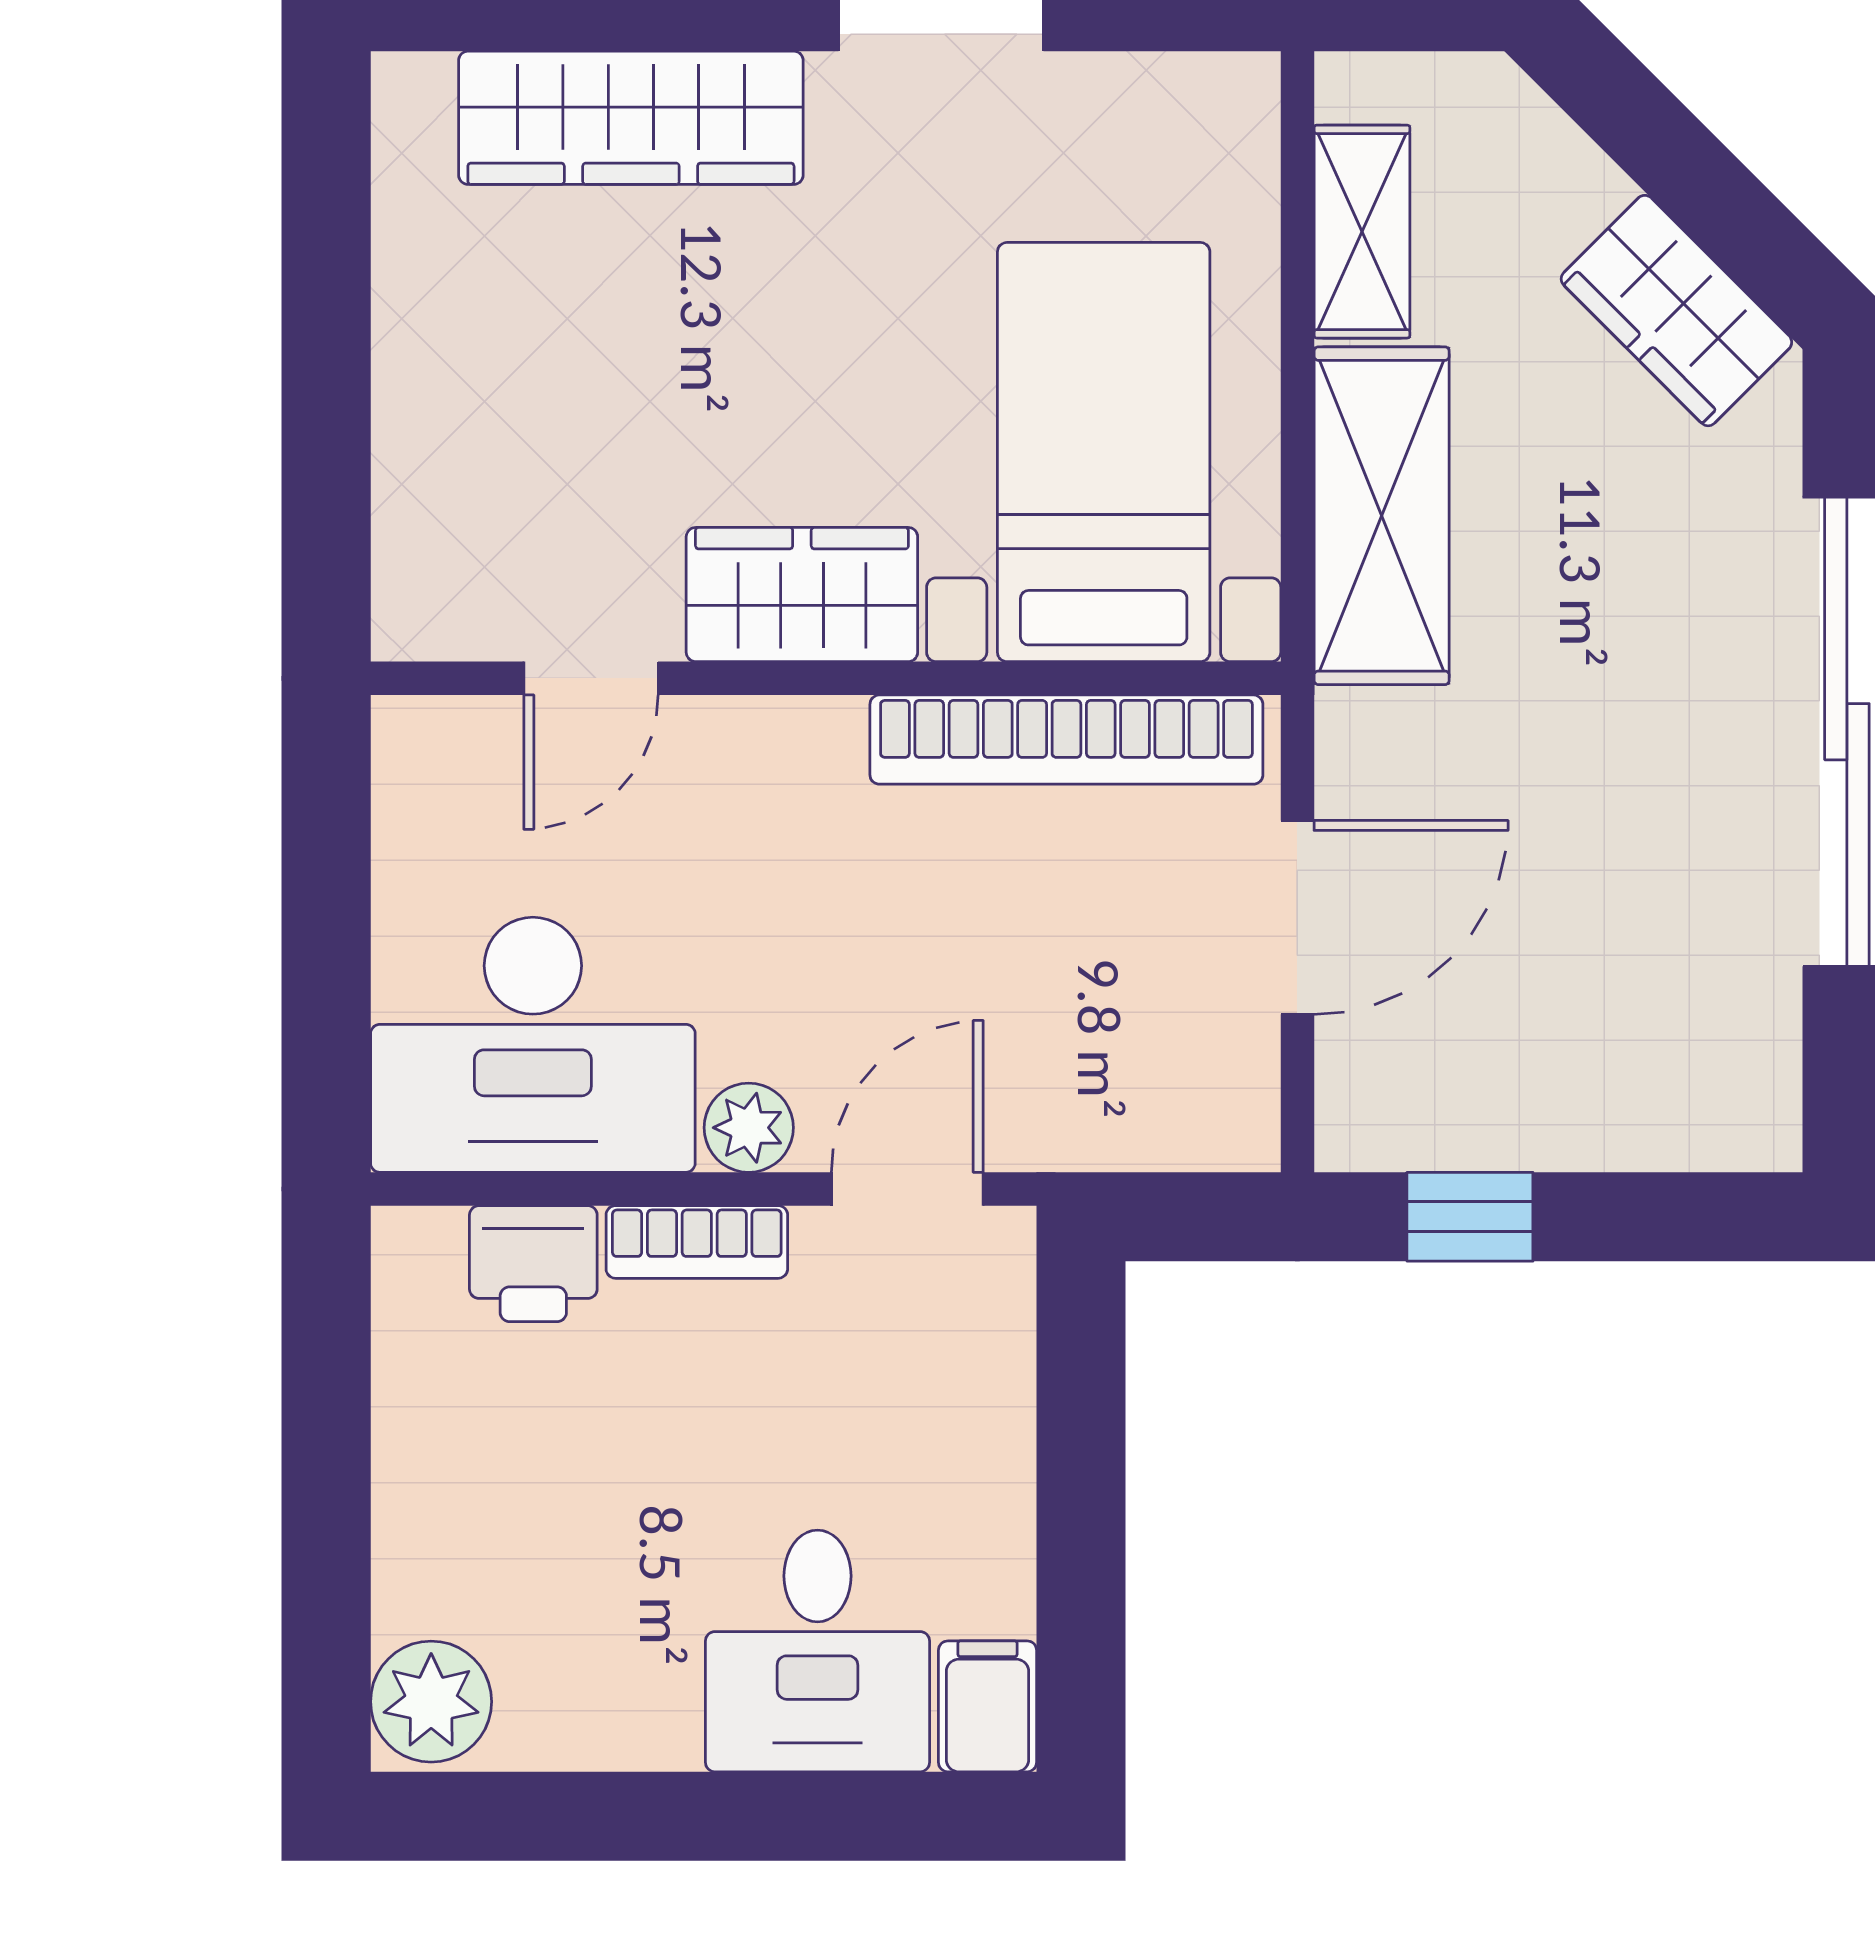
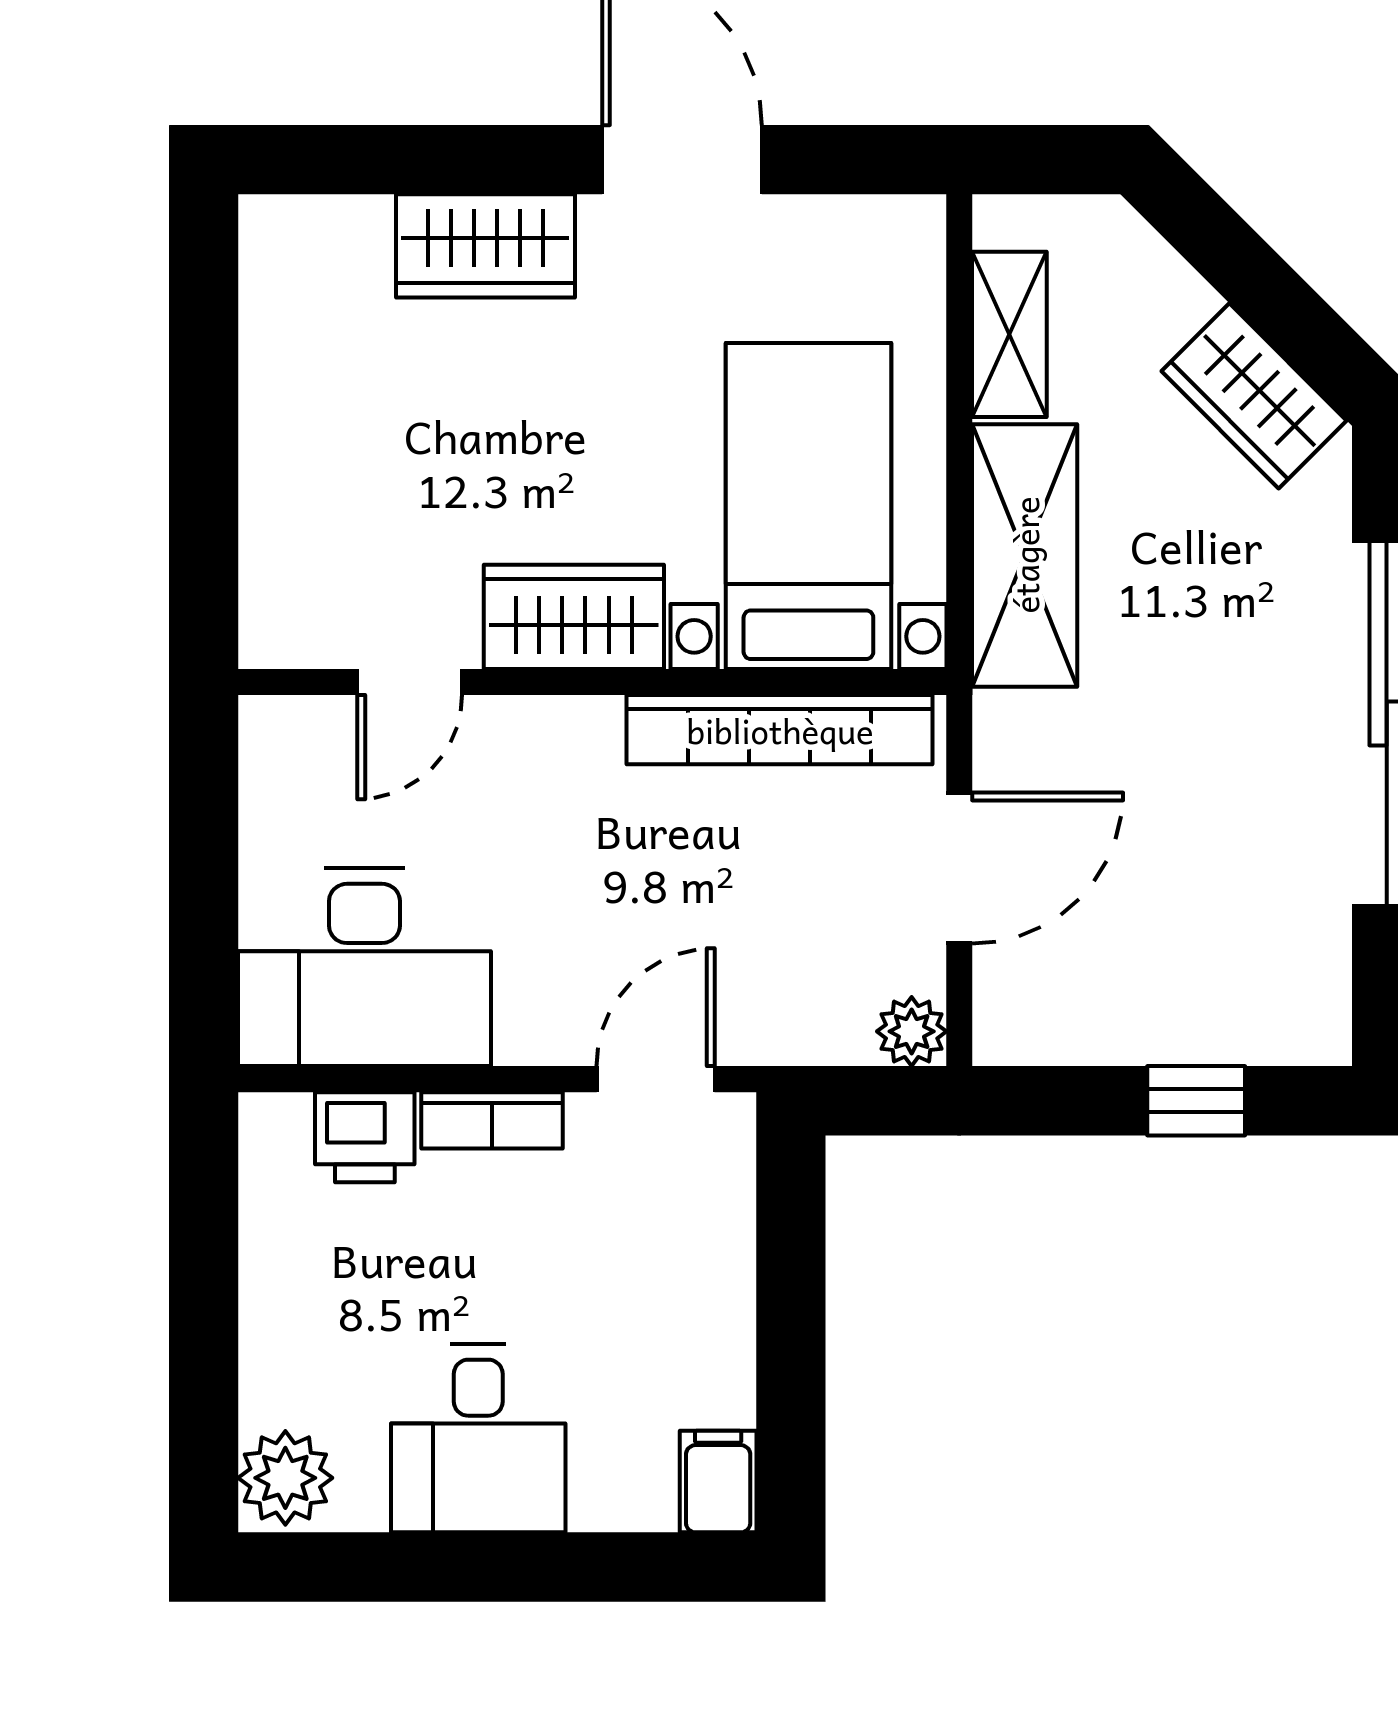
wardrobe: (631, 118) -> (485, 246), width x0.67
plant: (749, 1128) -> (912, 1031), moved
window: (1470, 1217) -> (1196, 1101), moved
desk: (818, 1651) -> (478, 1438), moved

